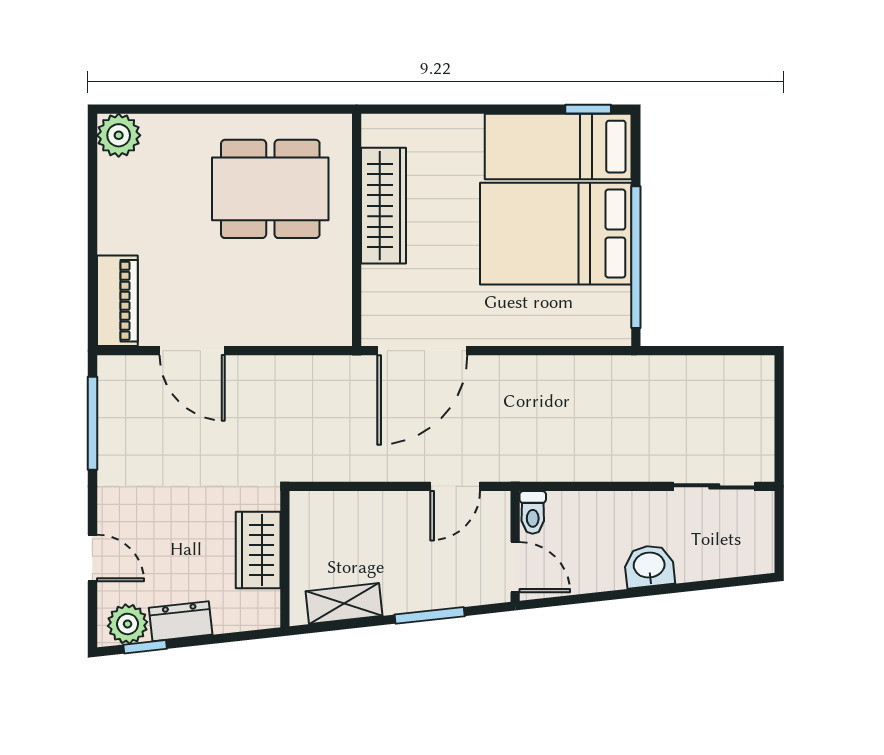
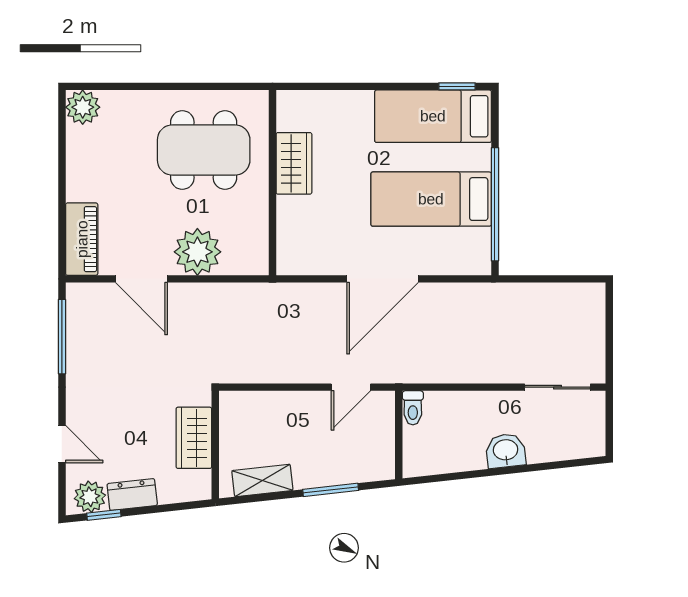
wardrobe: (384, 206) -> (294, 163), width x0.67
bed: (556, 234) -> (431, 199), width x0.67
plant: (263, 317) -> (197, 252), added
door: (422, 351) -> (383, 279), moved
door: (515, 567) -> (399, 451), removed

